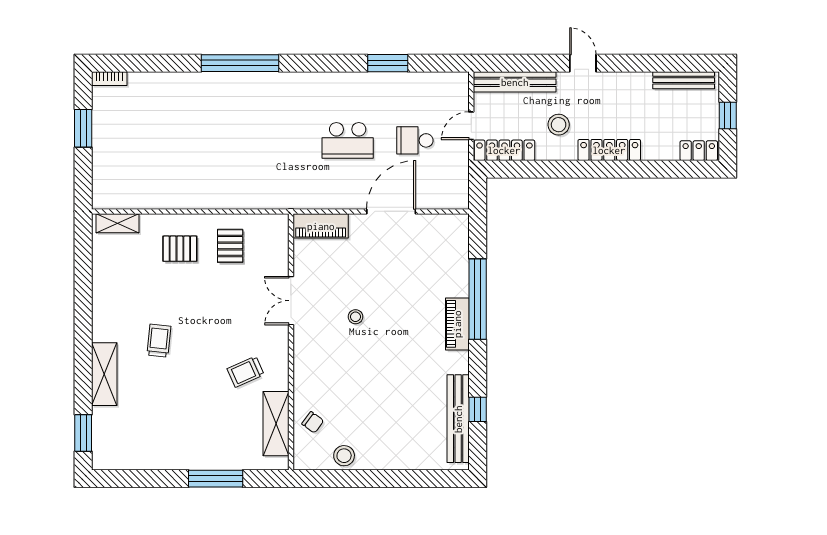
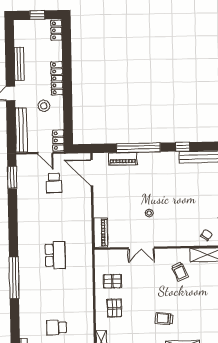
window: (388, 63) -> (12, 177), moved
bench: (684, 80) -> (19, 64), moved
school desk: (146, 140) -> (57, 328), added
school desk: (348, 140) -> (55, 255), moved
locker: (504, 150) -> (58, 140), width x0.66
door: (391, 211) -> (92, 173), moved
piano: (457, 324) -> (123, 159), moved
window: (478, 409) -> (183, 147), moved

